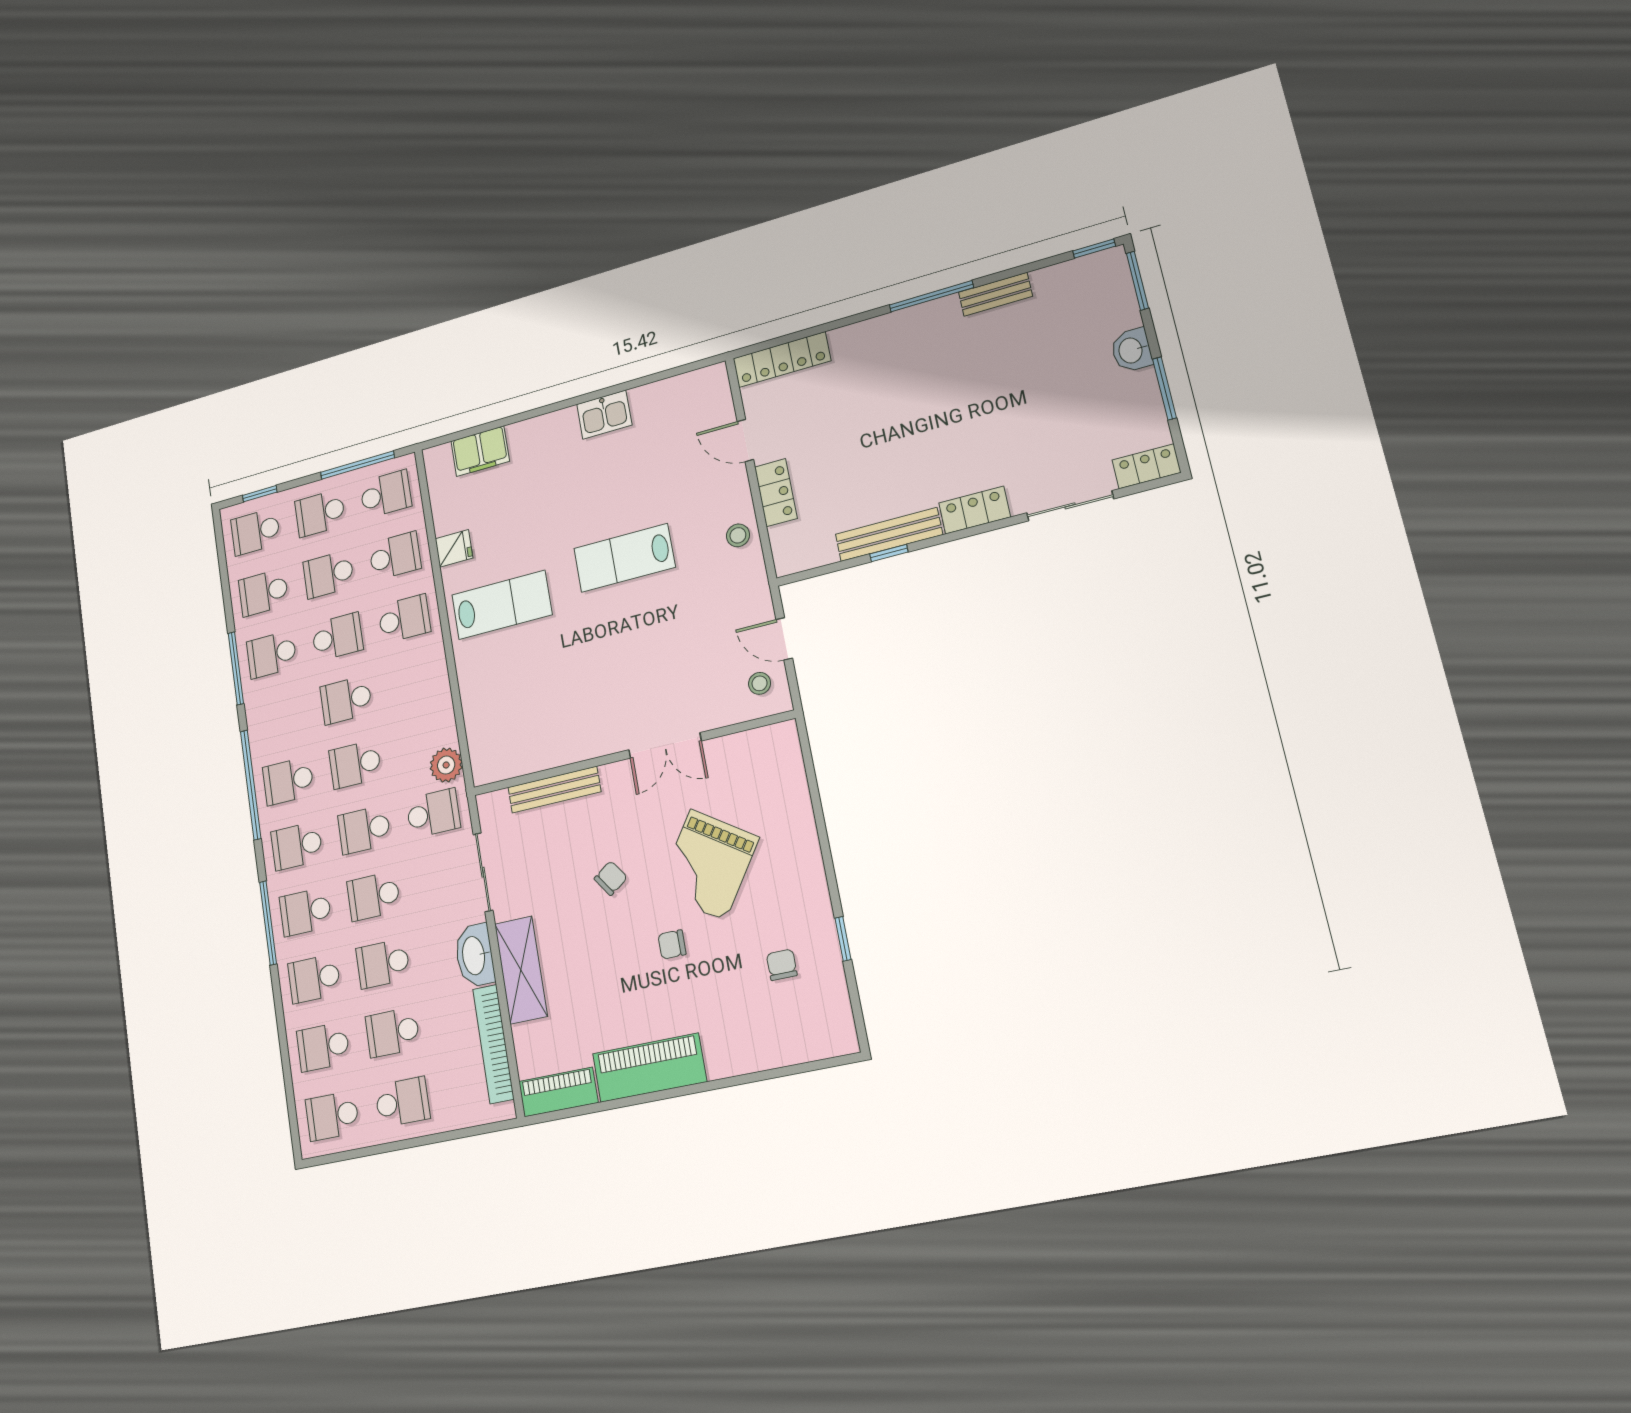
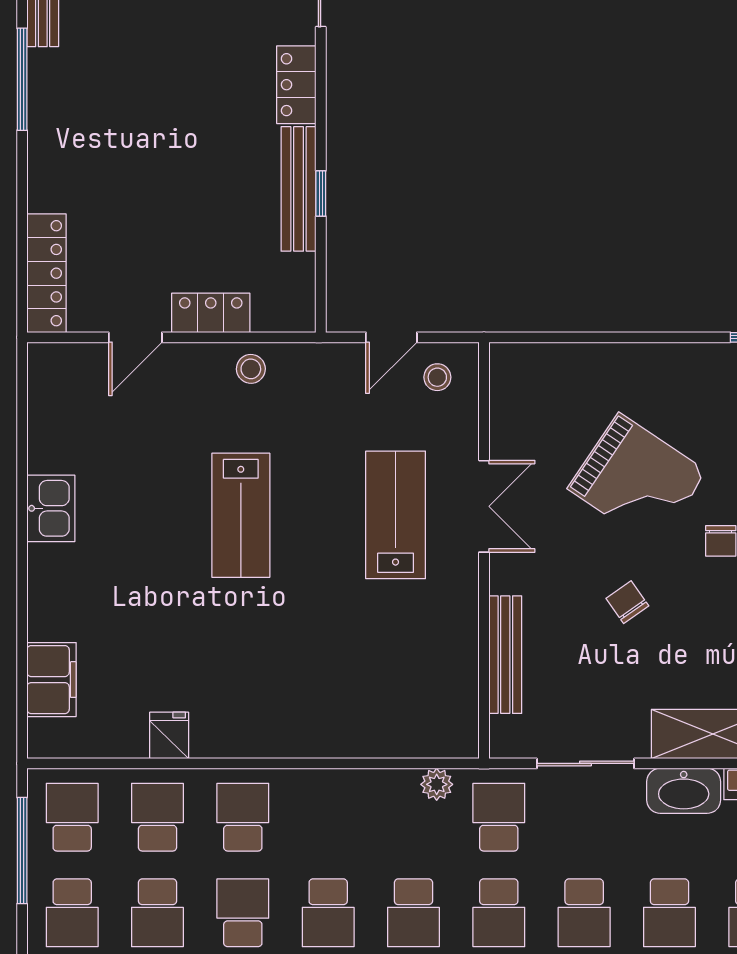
lab bench: (502, 605) -> (396, 515), moved
plant: (446, 765) -> (437, 784), width x0.73, depth x0.73

